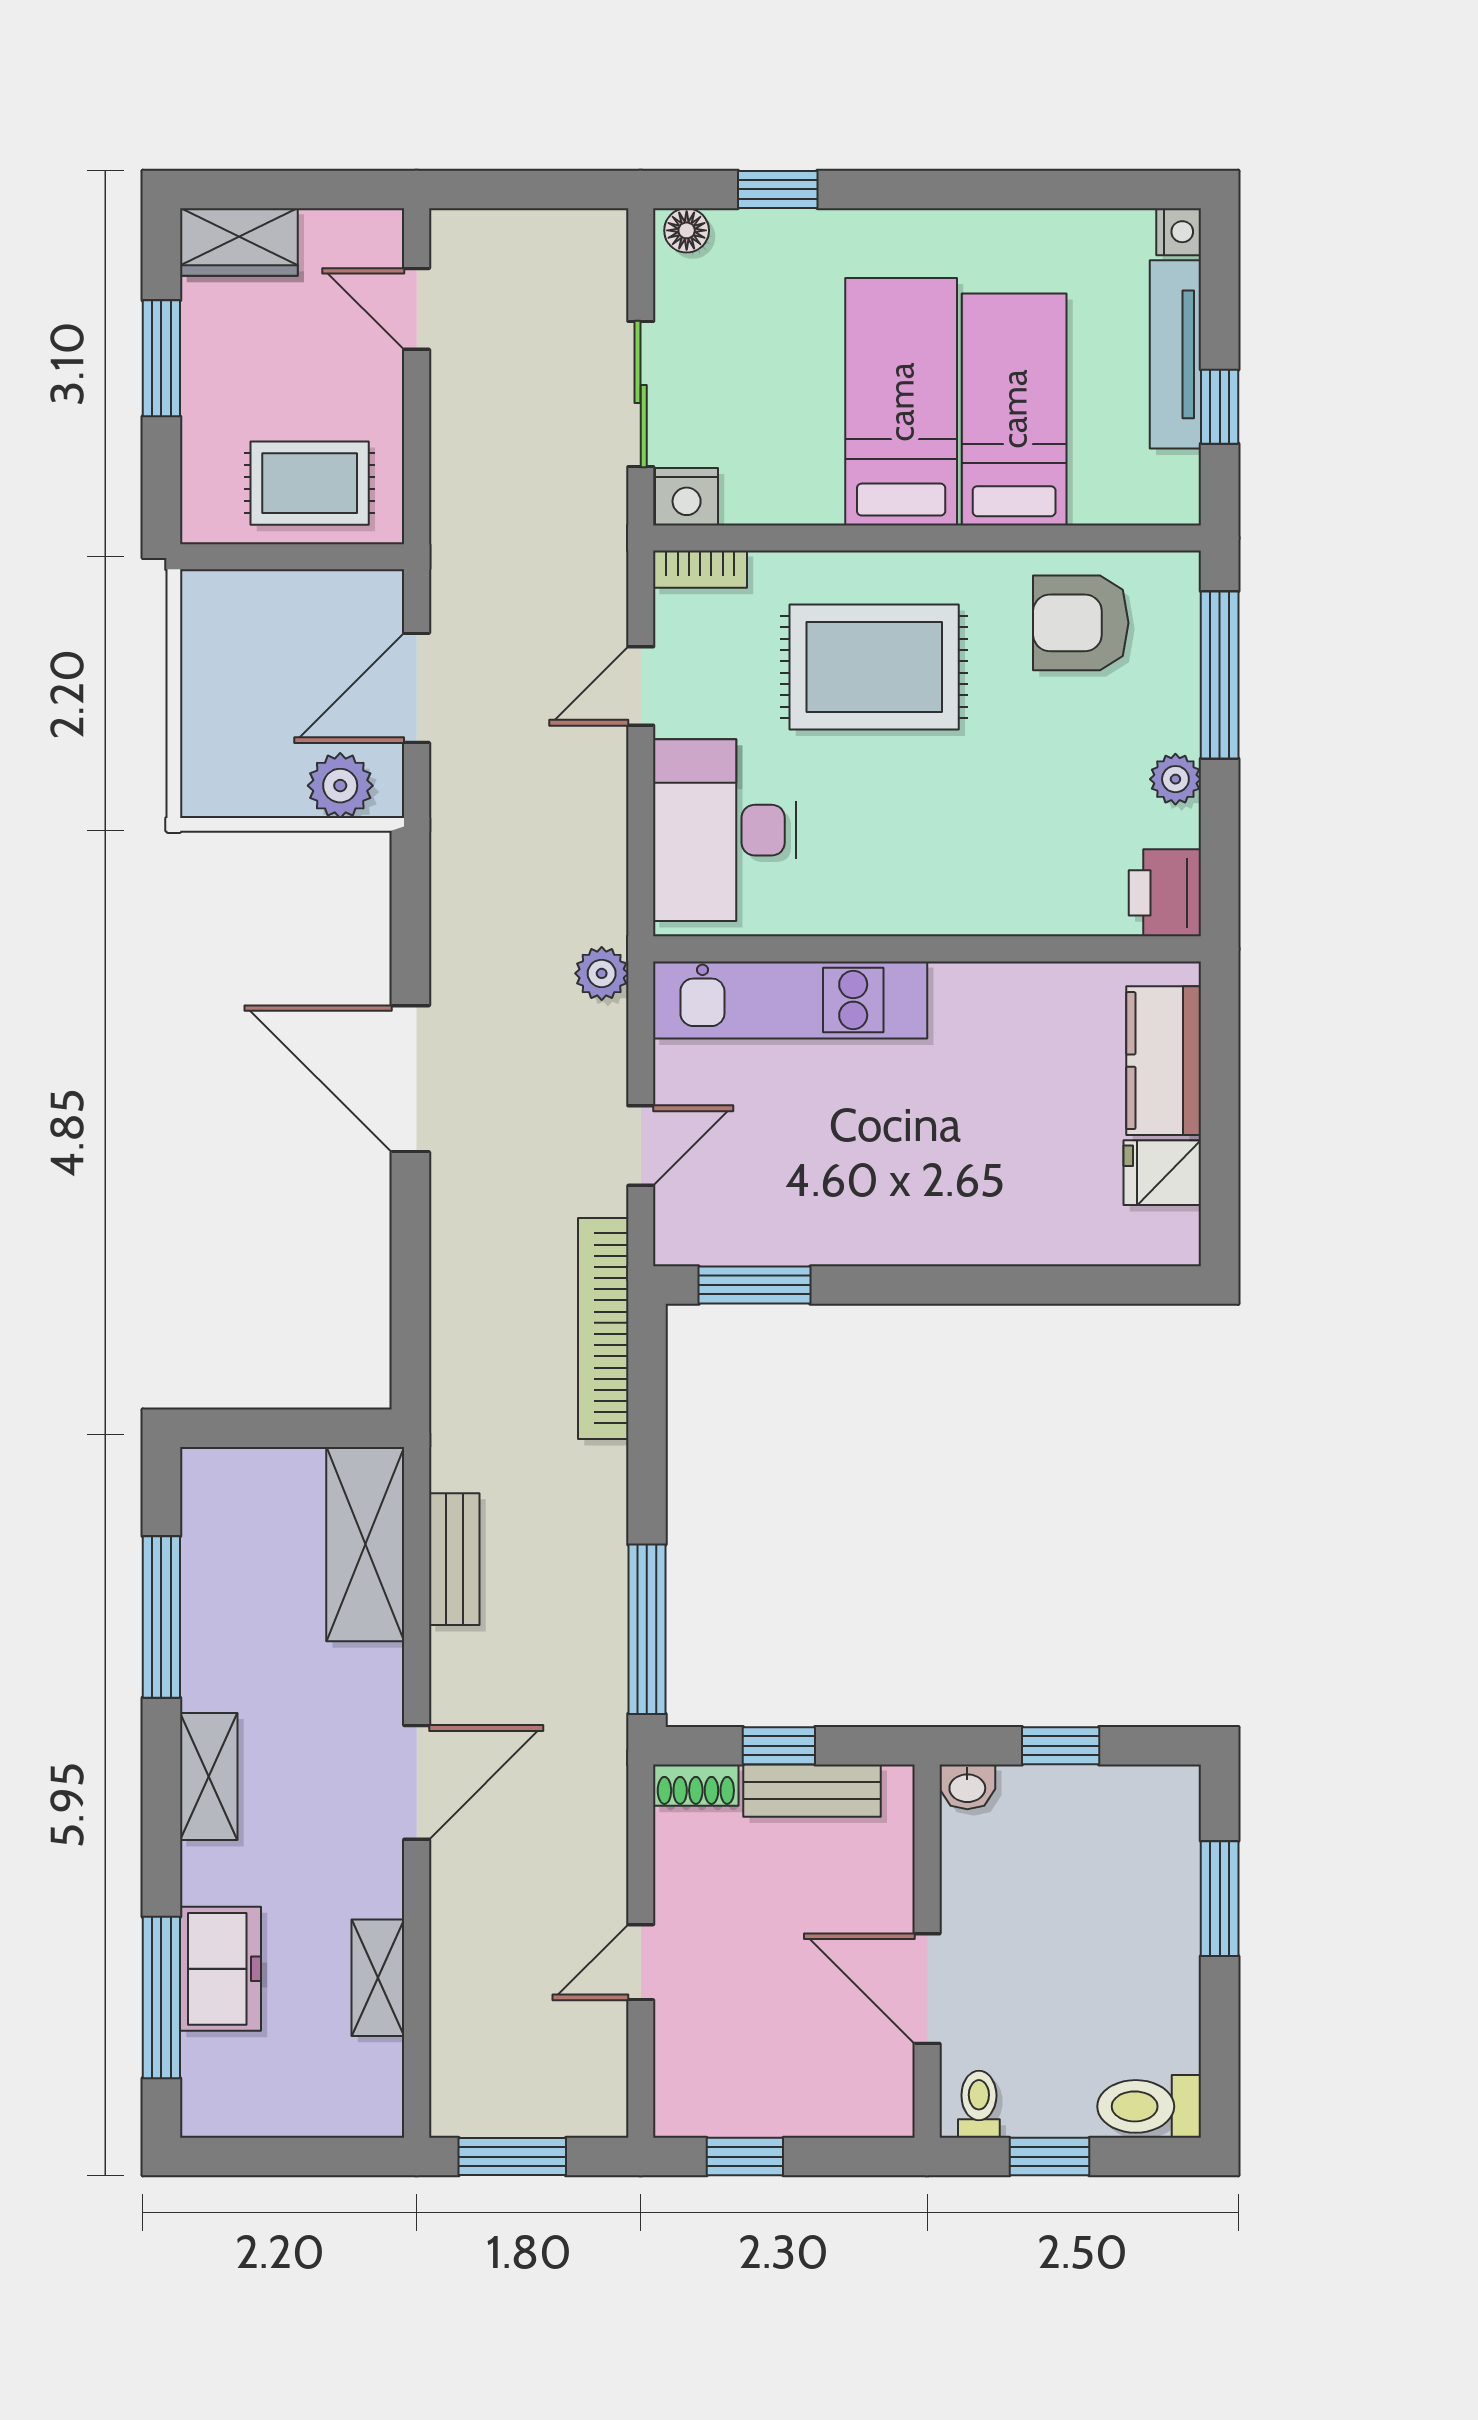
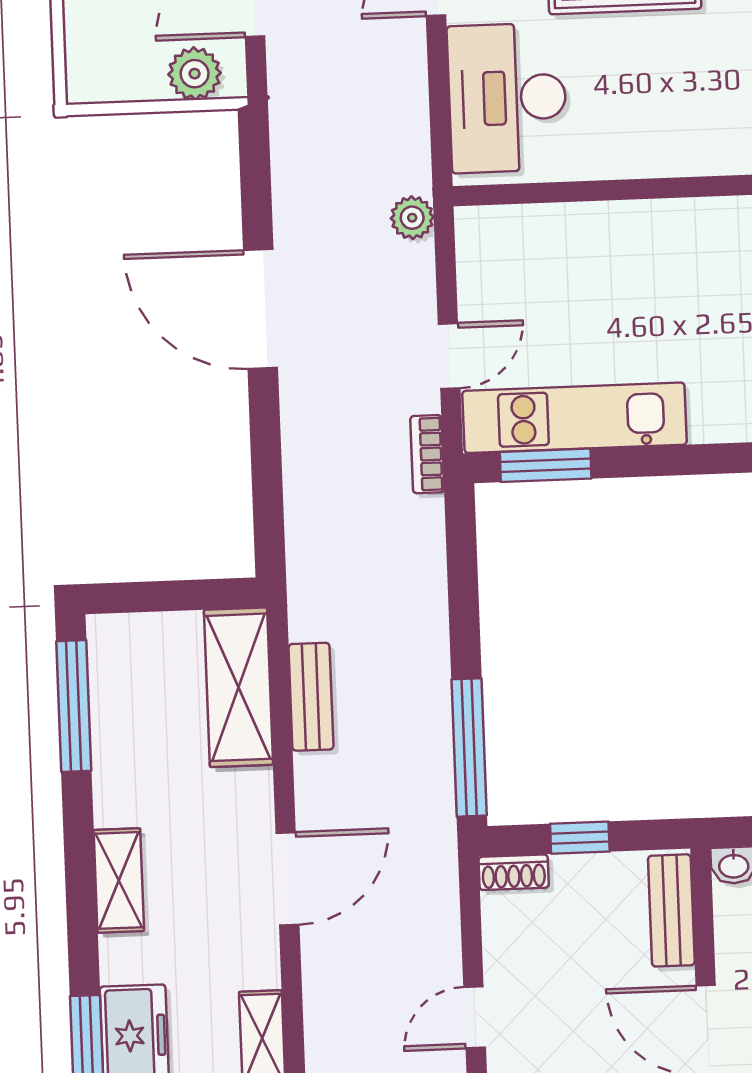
kitchen unit: (790, 1000) -> (574, 418), moved, turned 180
bookcase: (603, 1328) -> (427, 454), width x0.43, depth x0.76
window: (161, 1617) -> (74, 706), moved
bench: (812, 1791) -> (671, 910), moved, turned 90

